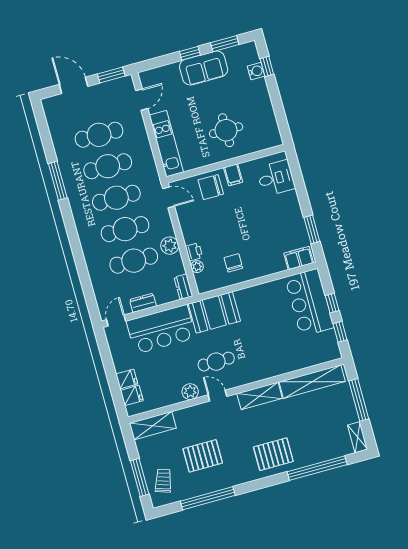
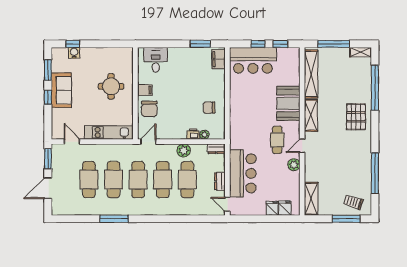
booth: (214, 312) -> (288, 103), moved
pallet: (203, 456) -> (343, 169), removed

